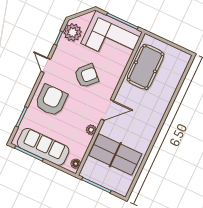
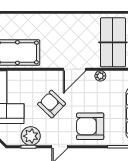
plant: (73, 32) -> (31, 136), moved
door: (107, 110) -> (75, 69), swing flipped

